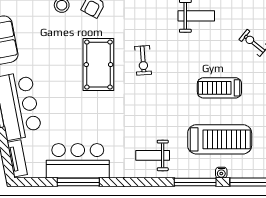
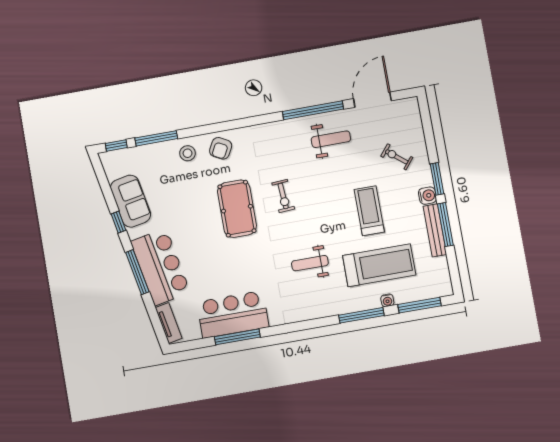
treadmill: (219, 88) -> (369, 211), turned 90
weight bench: (153, 155) -> (310, 263), moved

